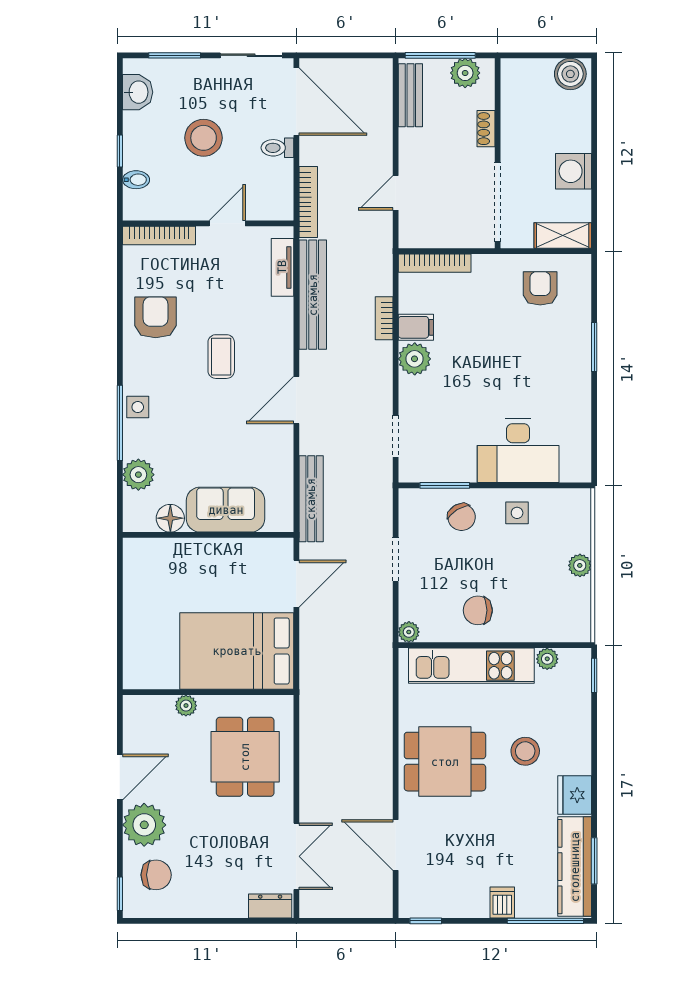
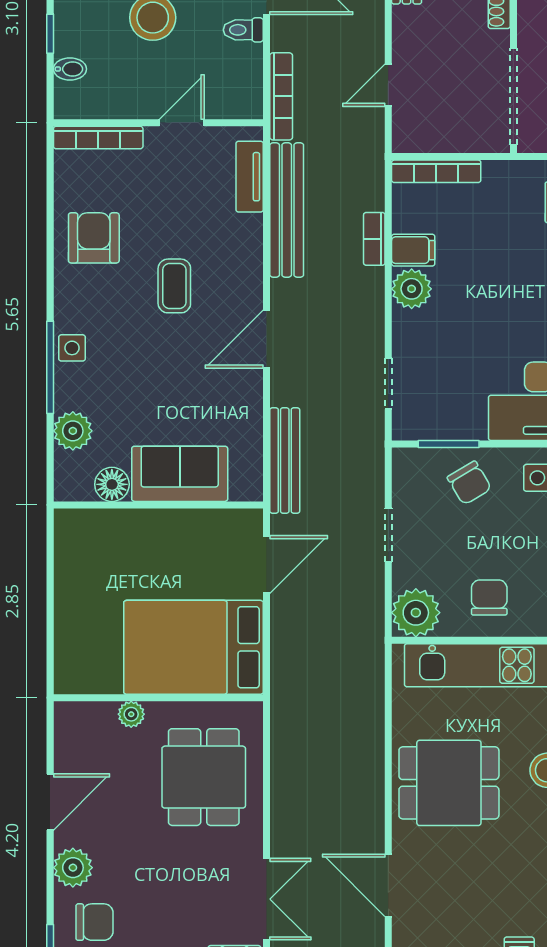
chair: (478, 610) -> (489, 597), turned 90
plant: (409, 632) -> (416, 613), width x1.88, depth x1.88
plant: (144, 825) -> (73, 868), width x0.73, depth x0.73

